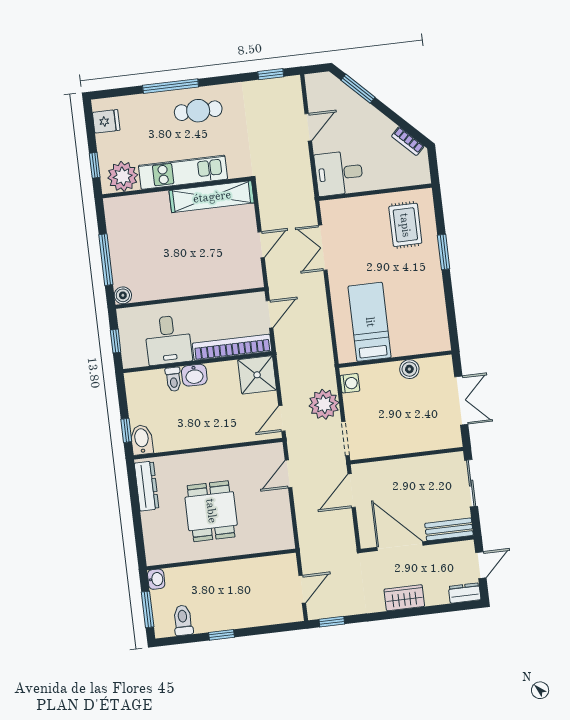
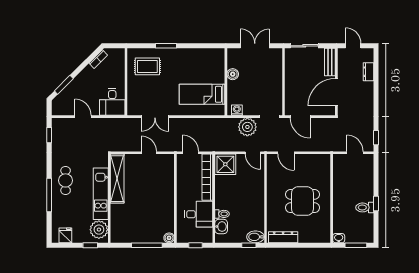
washbasin: (194, 375) -> (221, 227), moved
dresser: (465, 593) -> (369, 72), moved
wardrobe: (404, 598) -> (367, 93), removed
toilet: (183, 620) -> (365, 207), moved

